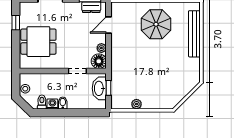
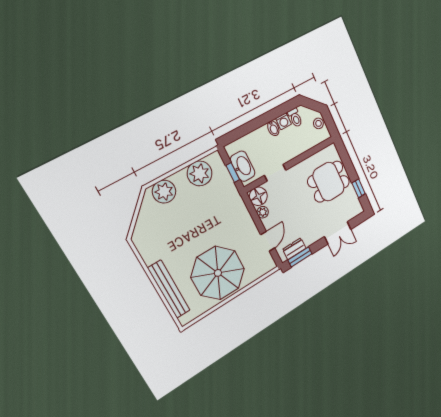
parasol: (156, 24) -> (218, 273), width x1.36, depth x1.36
plant: (162, 101) -> (164, 192), added
plant: (136, 104) -> (200, 173), width x1.87, depth x1.87

